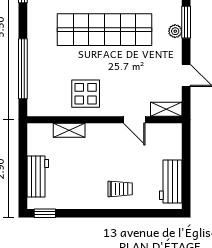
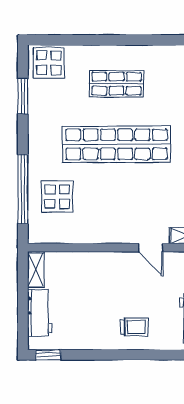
display table: (86, 94) -> (57, 197), moved
shelving: (69, 130) -> (36, 270), moved, turned 90

